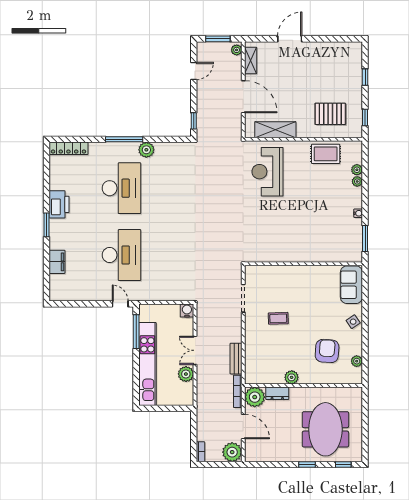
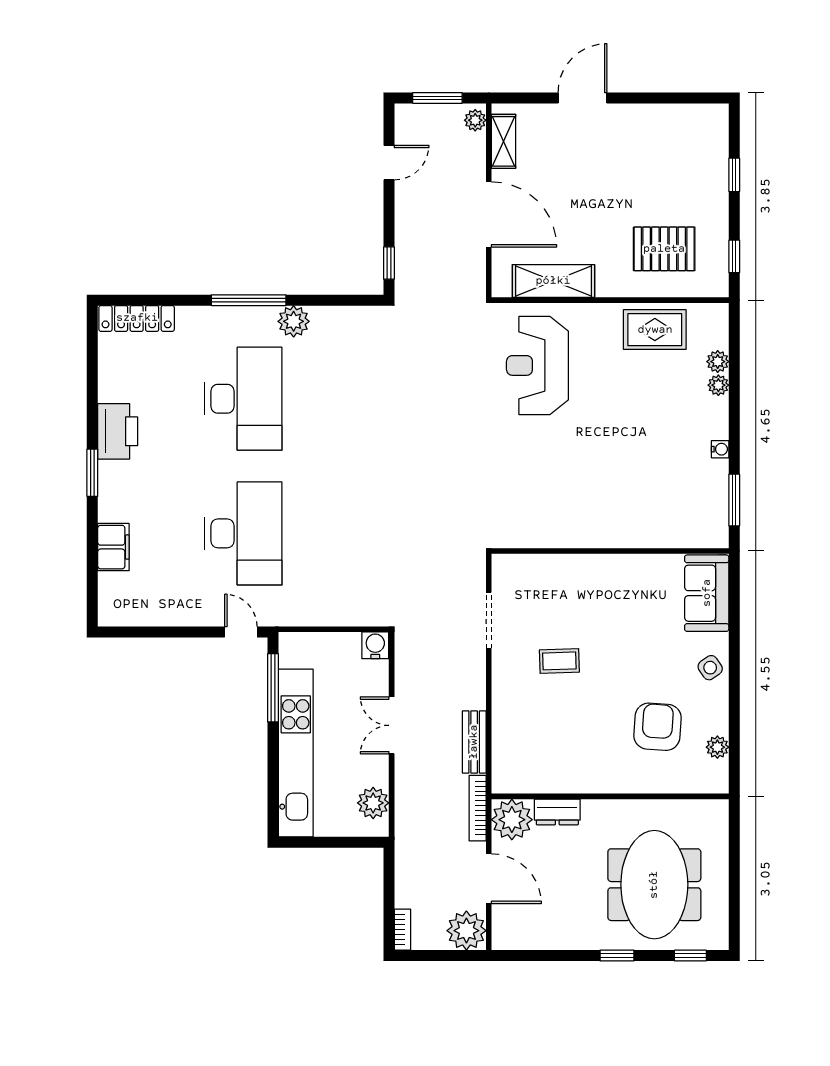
plant: (186, 374) -> (373, 803), moved
plant: (292, 377) -> (586, 780), removed

